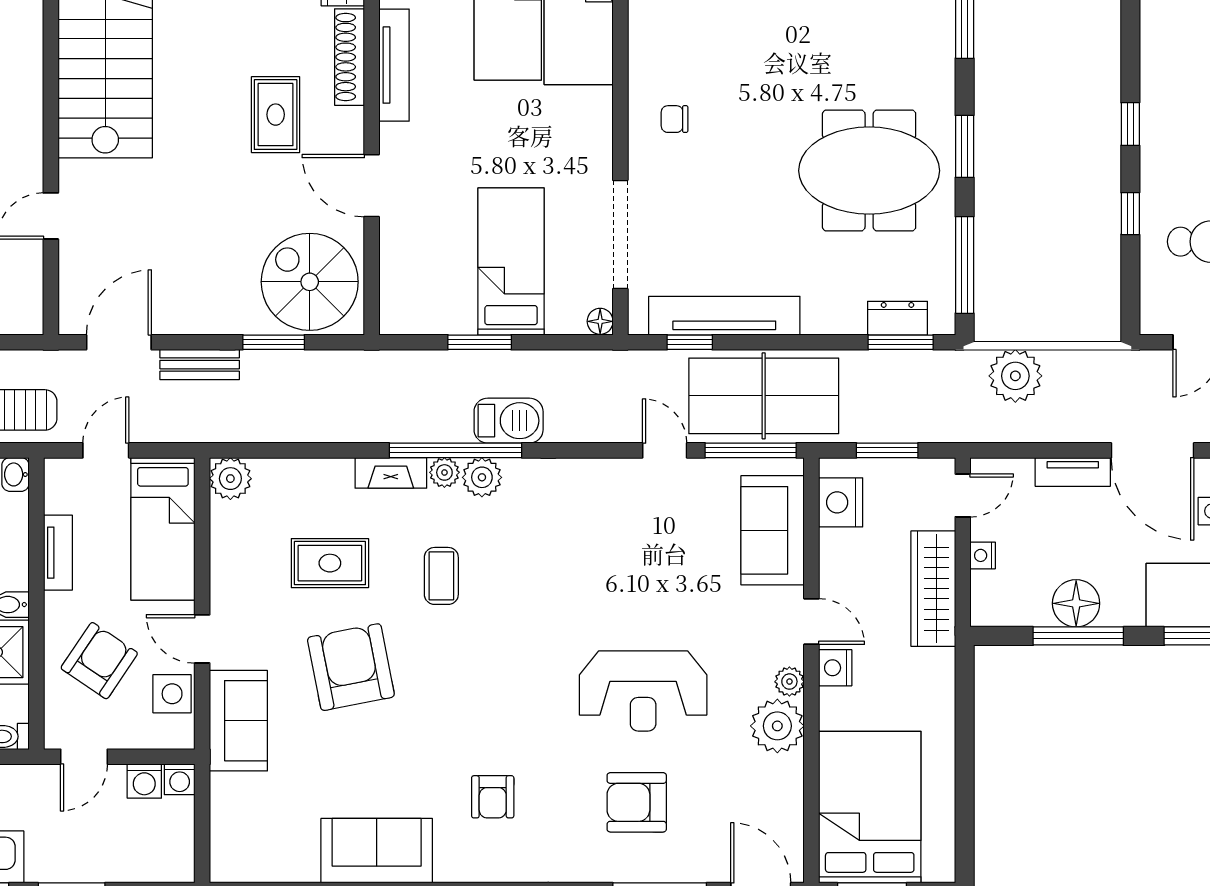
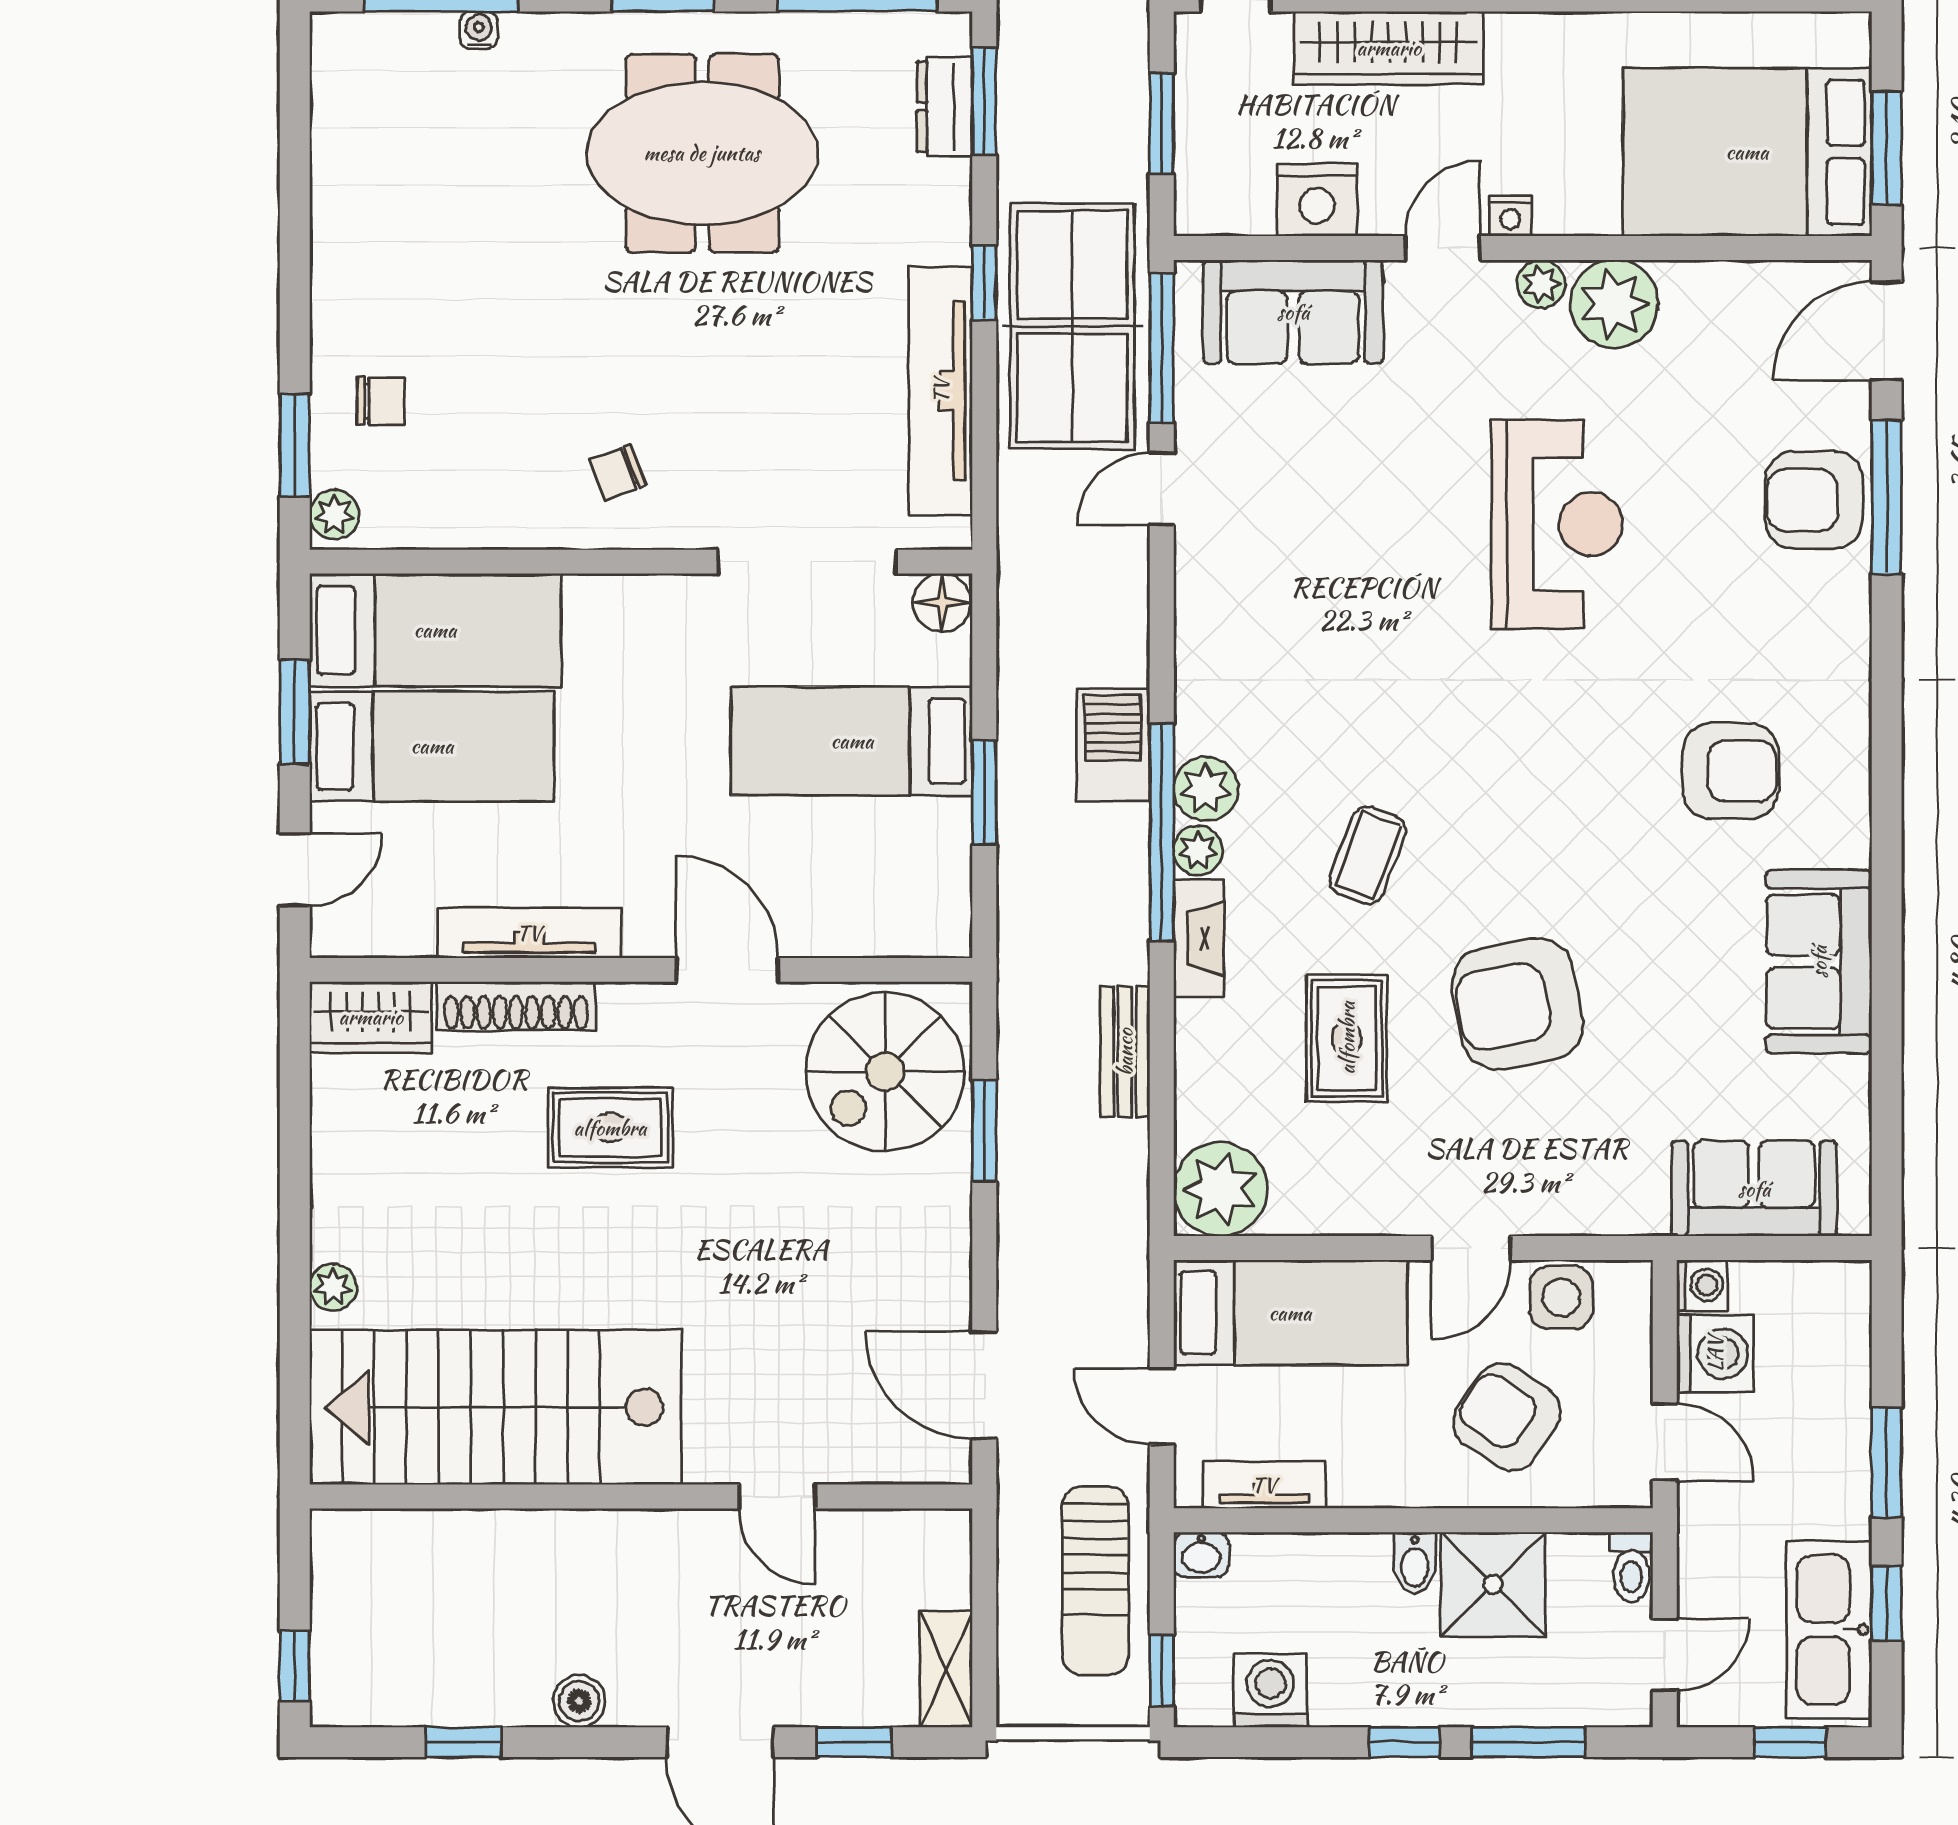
water cooler: (944, 34) -> (479, 30), added
chair: (675, 119) -> (618, 473), turned 69
meeting table: (869, 171) -> (702, 153), turned 90
door: (372, 186) -> (727, 970), swing flipped
floor lamp: (600, 321) -> (942, 603), width x1.37, depth x1.37
window: (690, 342) -> (984, 283), moved
bench: (200, 365) -> (1125, 1052), moved
plant: (230, 479) -> (1221, 1189), width x1.36, depth x1.36
nightstand: (841, 502) -> (1317, 200), moved
tv unit: (58, 553) -> (1264, 1485), moved
coffee table: (441, 576) -> (1368, 855), turned -69
nightstand: (835, 668) -> (1510, 216), width x0.72, depth x0.74
sofa: (238, 721) -> (1754, 1189), moved
washing machine: (144, 781) -> (1715, 1354), width x1.38, depth x1.38
armchair: (493, 797) -> (1731, 771), width x1.38, depth x1.38
armchair: (637, 802) -> (1814, 500), moved, turned 90

